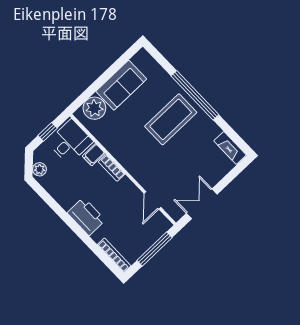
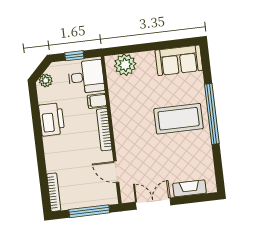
sofa: (121, 85) -> (179, 60), moved
fireplace: (230, 148) -> (190, 188), moved, turned 90
bookcase: (112, 168) -> (104, 130), width x1.56
door: (152, 200) -> (116, 172), hinge flipped
printer: (86, 216) -> (52, 119), moved

